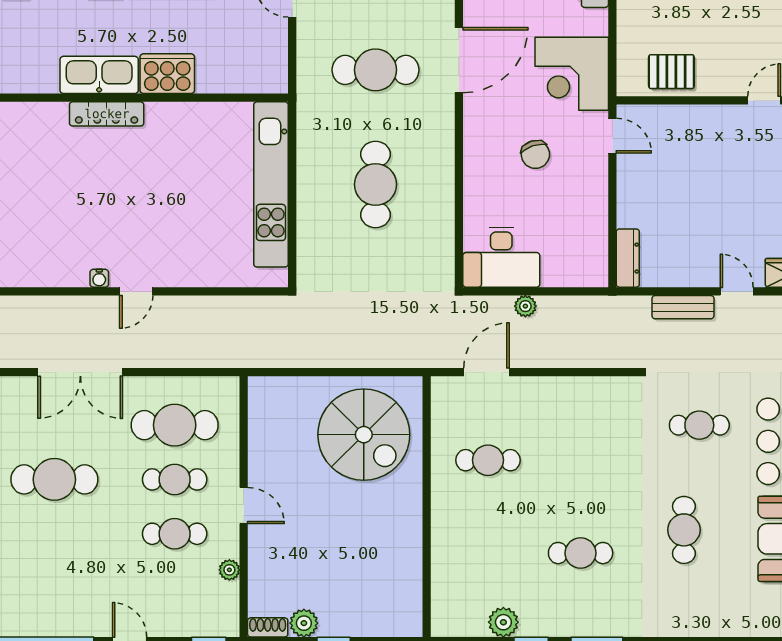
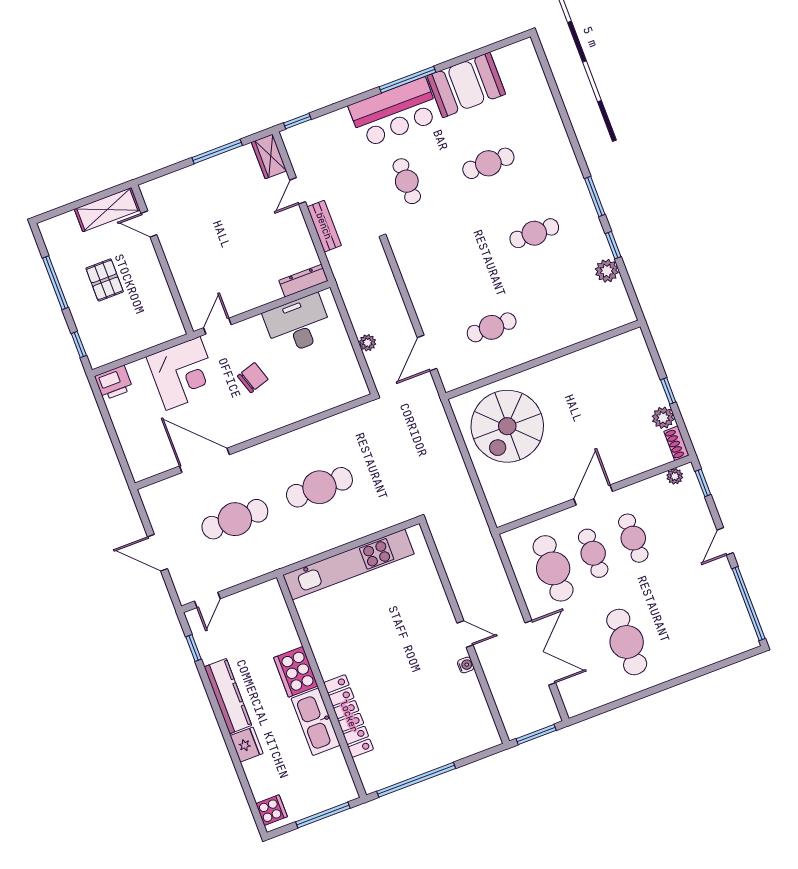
cafe table: (376, 70) -> (235, 519), turned 90
pallet: (671, 72) -> (105, 280), moved
locker: (107, 114) -> (349, 716), width x1.41, depth x1.21
desk: (501, 257) -> (298, 324), moved, turned -90
door: (487, 372) -> (427, 353), hinge flipped
spiral stairs: (364, 435) -> (507, 426), turned 180
cafe table: (488, 460) -> (492, 327), turned 90
door: (244, 506) -> (593, 495), width x1.37
cafe table: (581, 553) -> (534, 233), turned 90
plant: (229, 570) -> (675, 476), moved

